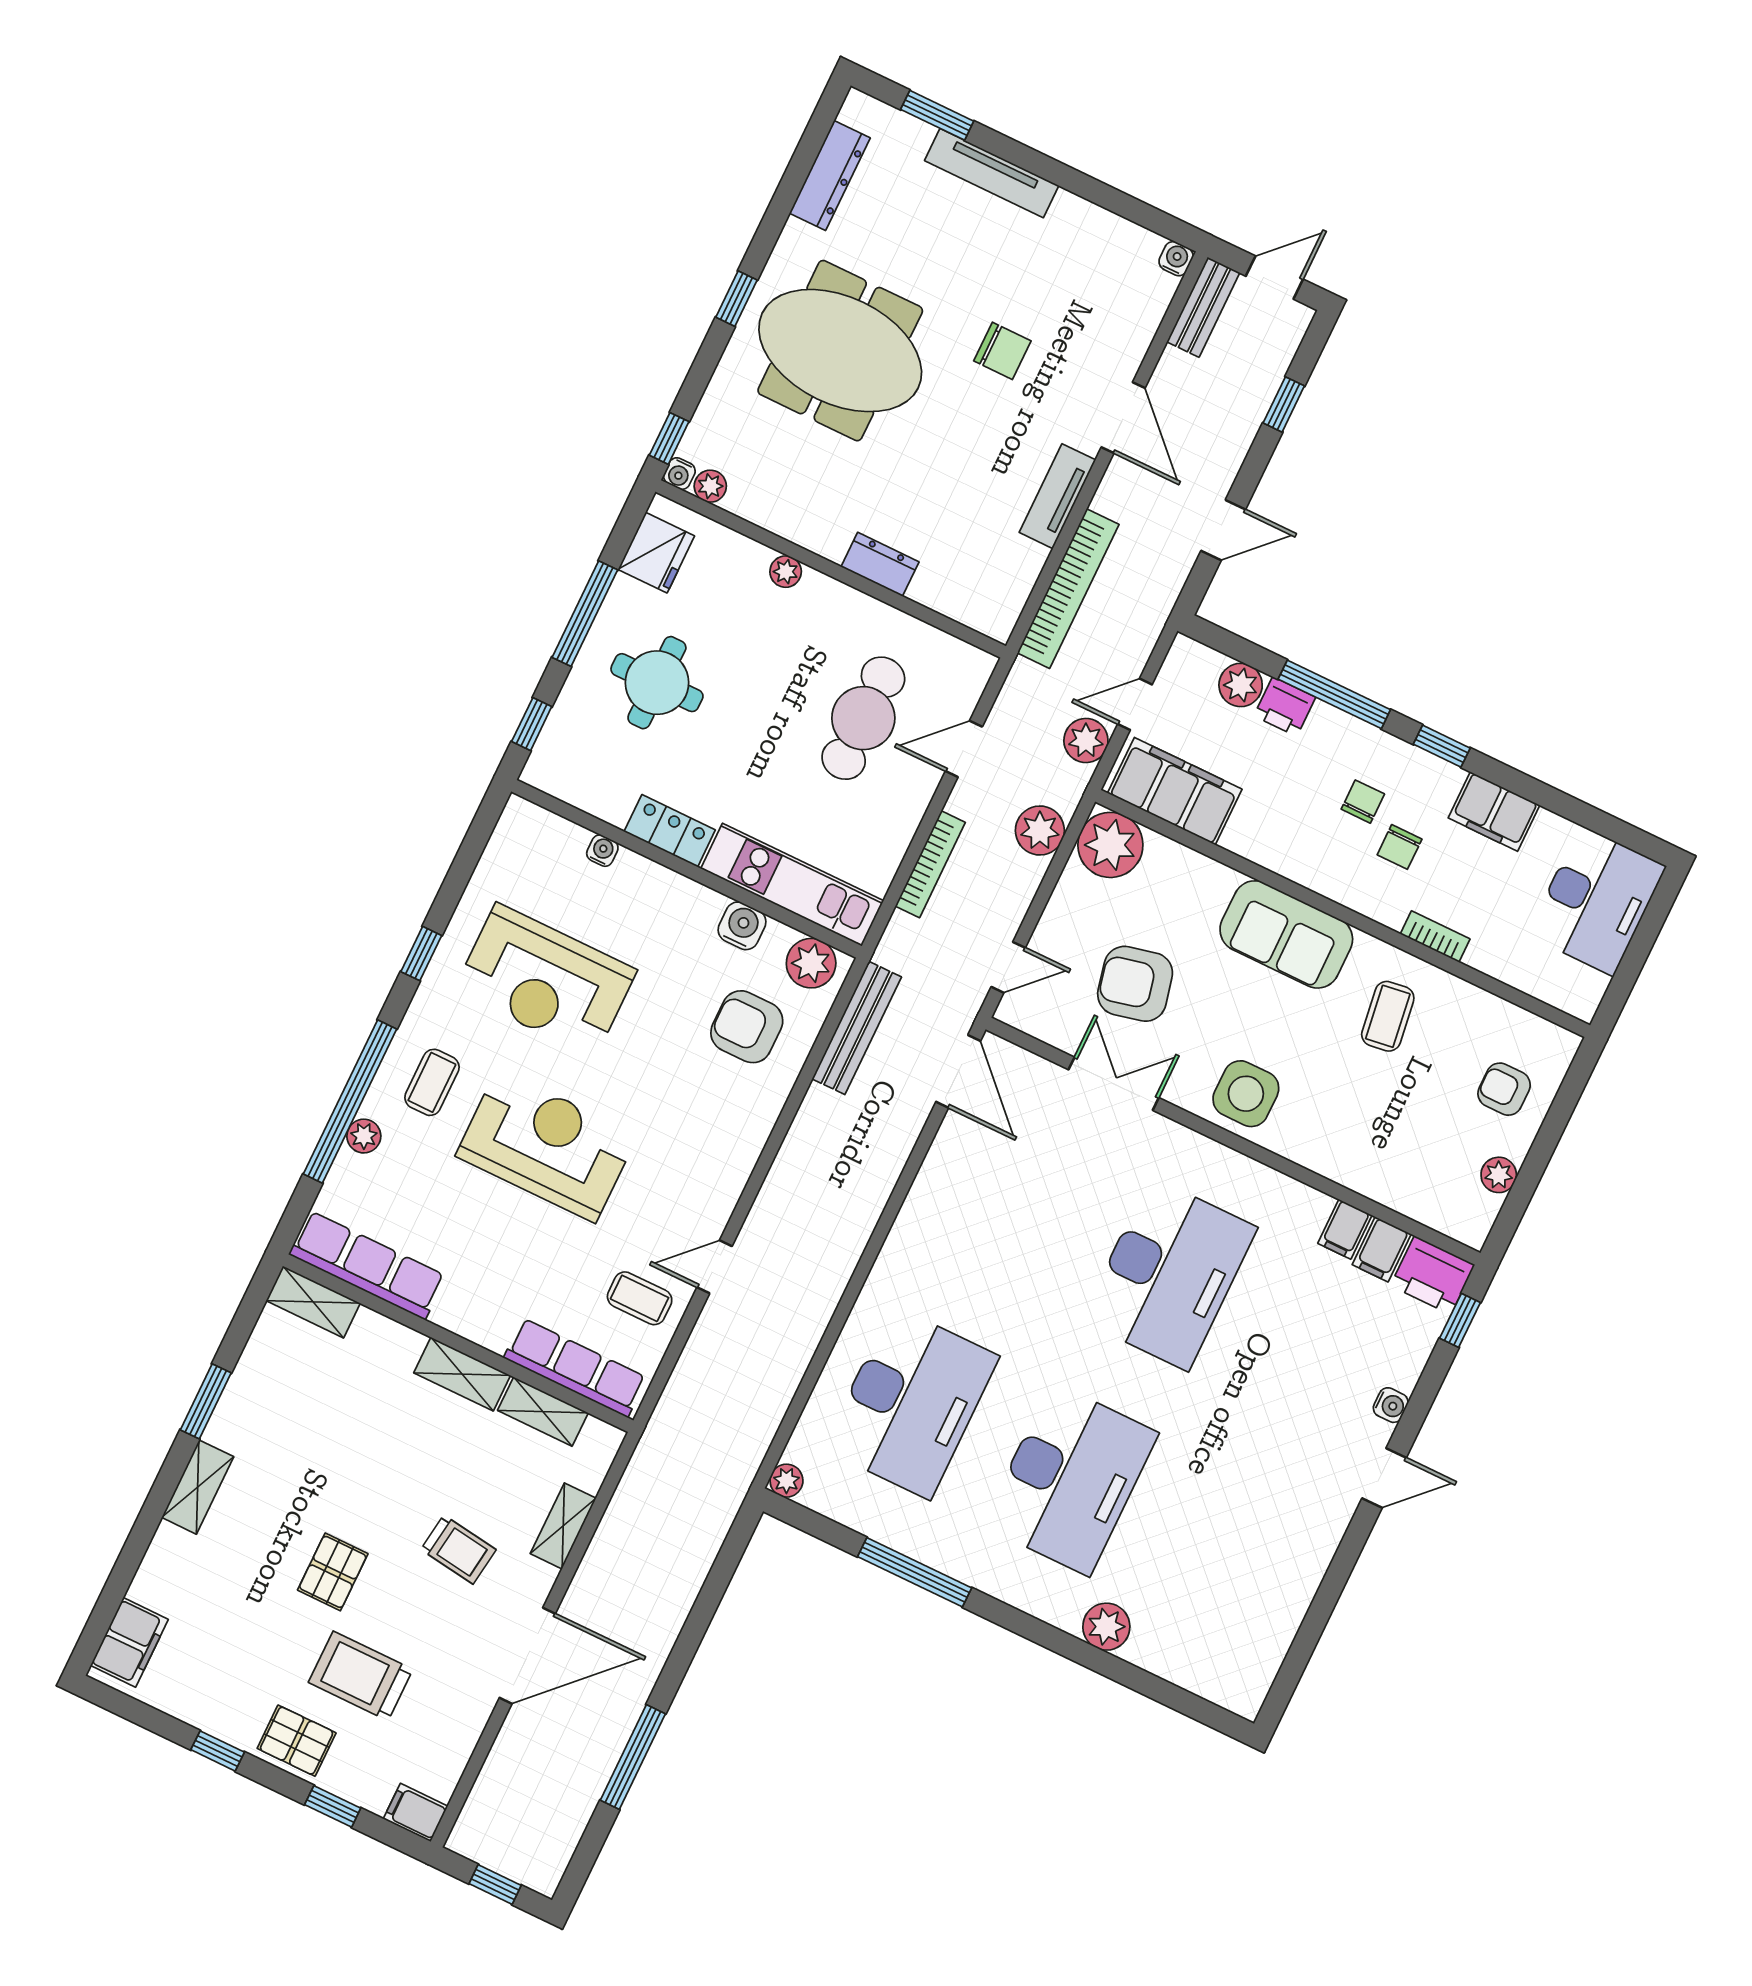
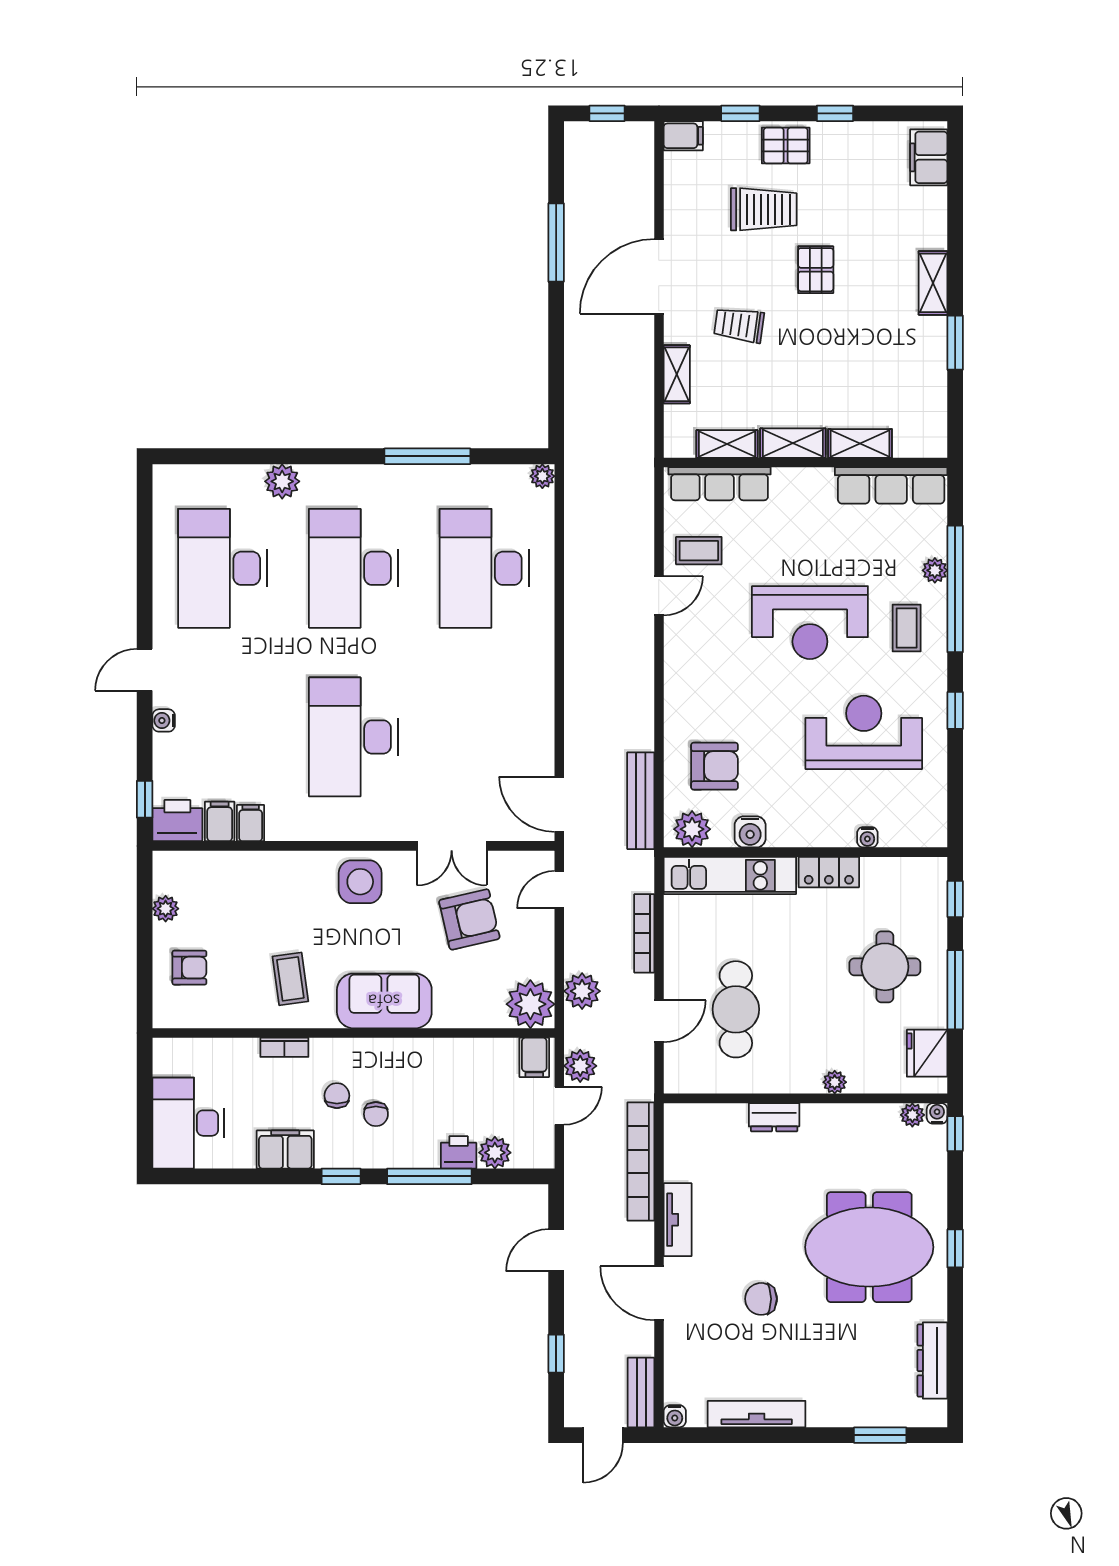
tv unit: (992, 173) -> (757, 1414), moved
filing cabinet: (1175, 791) -> (534, 1057), width x0.33, depth x0.86
shelving: (313, 1302) -> (860, 443), moved
desk: (1230, 1556) -> (223, 568), added

